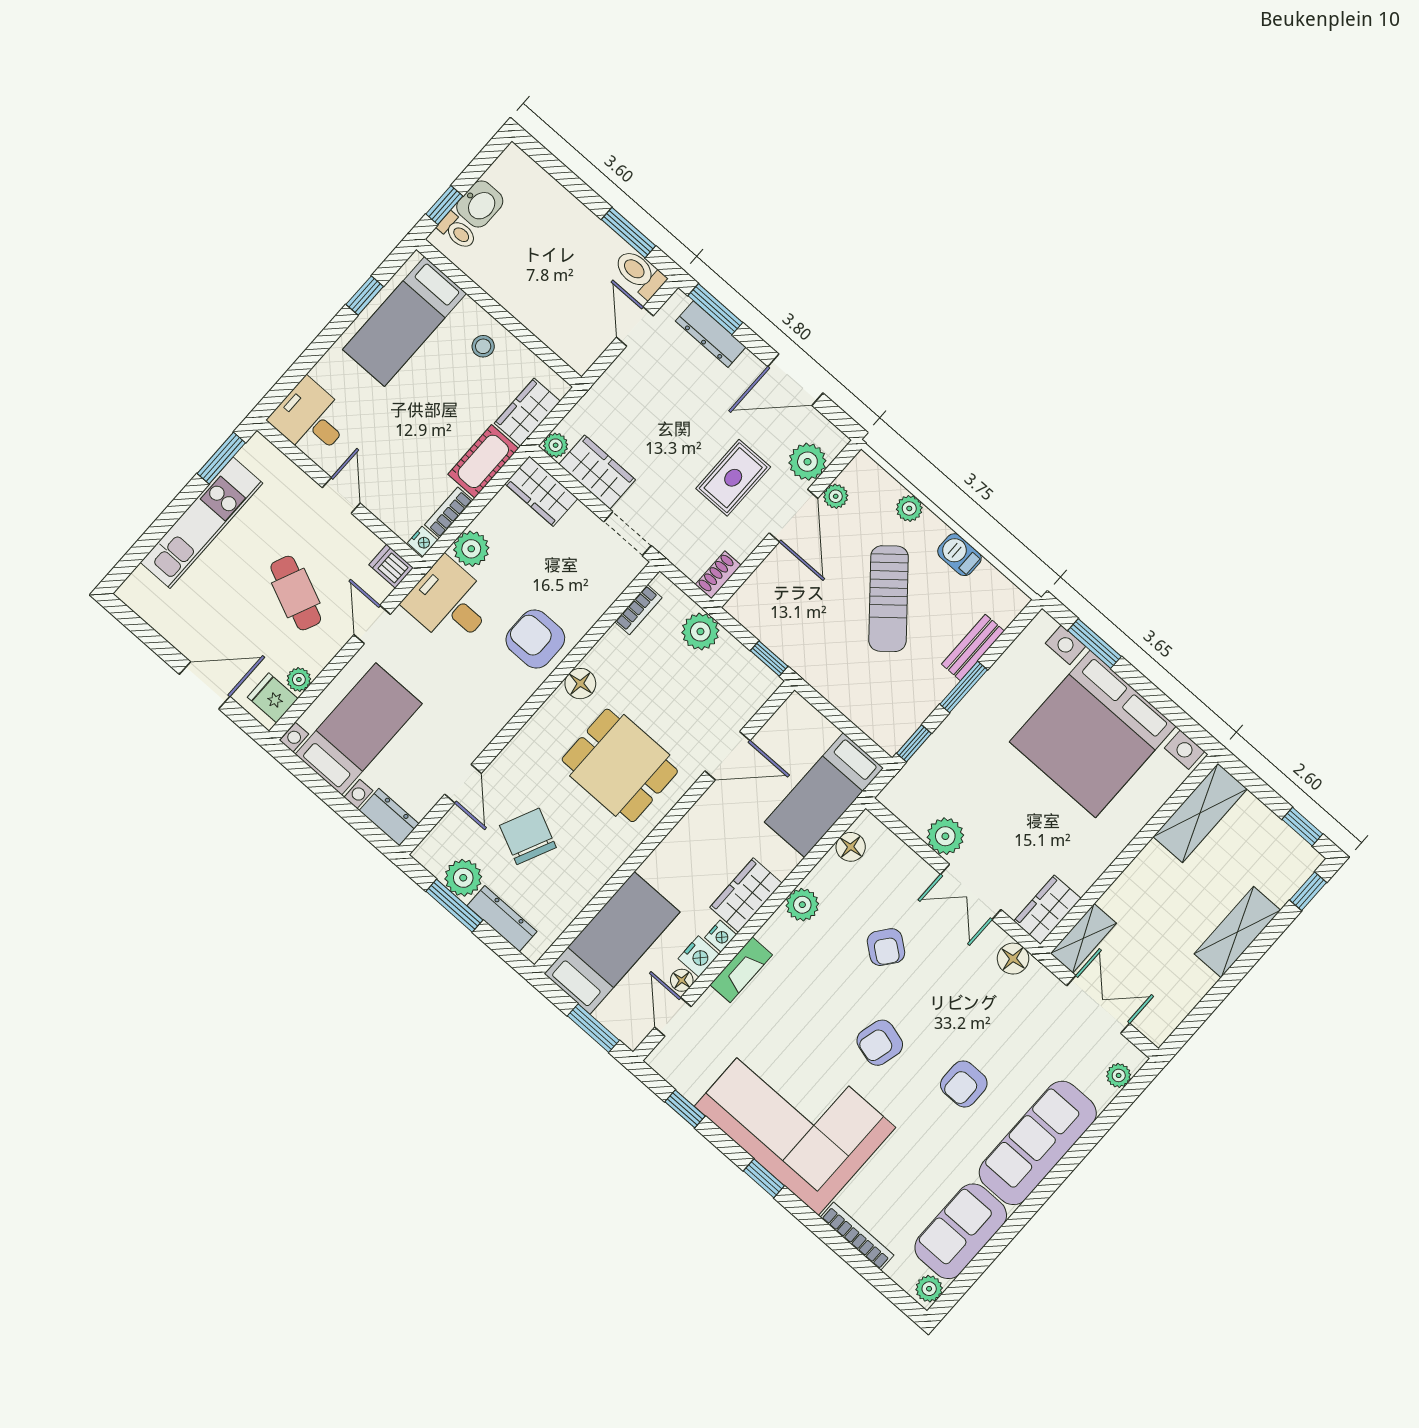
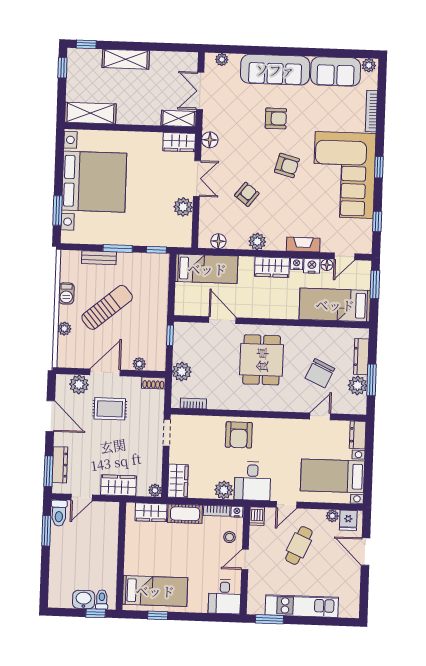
stool: (483, 346) -> (229, 537), moved
wardrobe: (597, 472) -> (118, 485), moved, turned 90
plant: (836, 496) -> (139, 364), moved
floor lamp: (580, 684) -> (242, 402), removed

